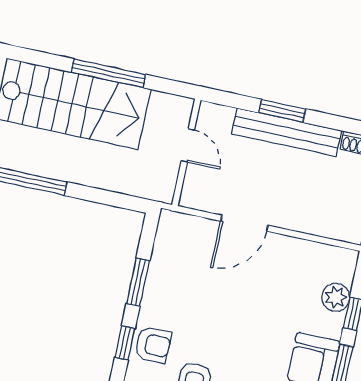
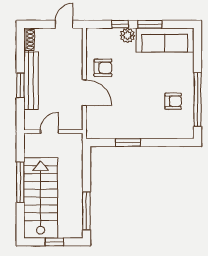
plant: (336, 297) -> (127, 36), moved
window: (125, 343) -> (162, 142), removed
armchair: (153, 345) -> (103, 68), moved, turned 90

